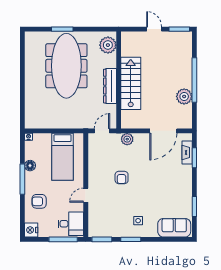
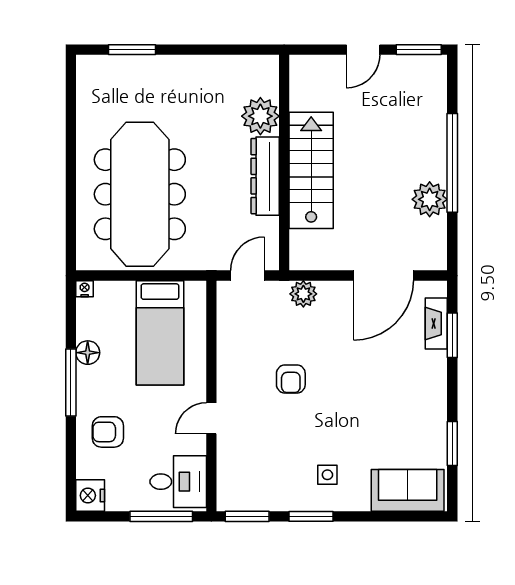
window: (62, 29) -> (132, 50), moved
door: (154, 29) -> (363, 50), swing flipped
plant: (108, 45) -> (260, 116), moved
meeting table: (66, 66) -> (140, 194), moved

